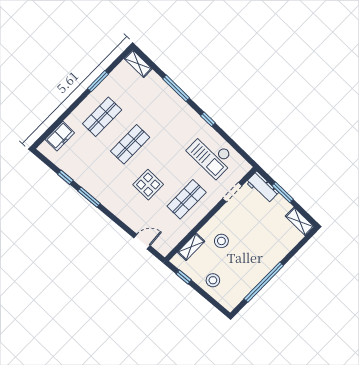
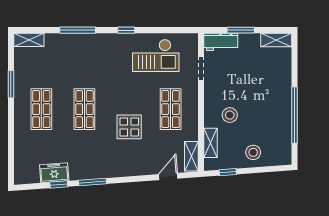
freezer: (60, 136) -> (54, 173), moved, turned -94
shelving: (170, 243) -> (191, 156), added

